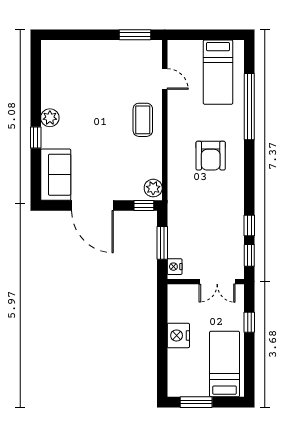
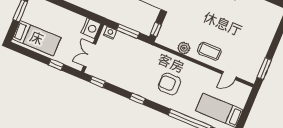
plant: (153, 188) -> (184, 48), moved
window: (249, 225) -> (137, 99), moved
nightstand: (178, 335) -> (91, 28), moved, turned 90

